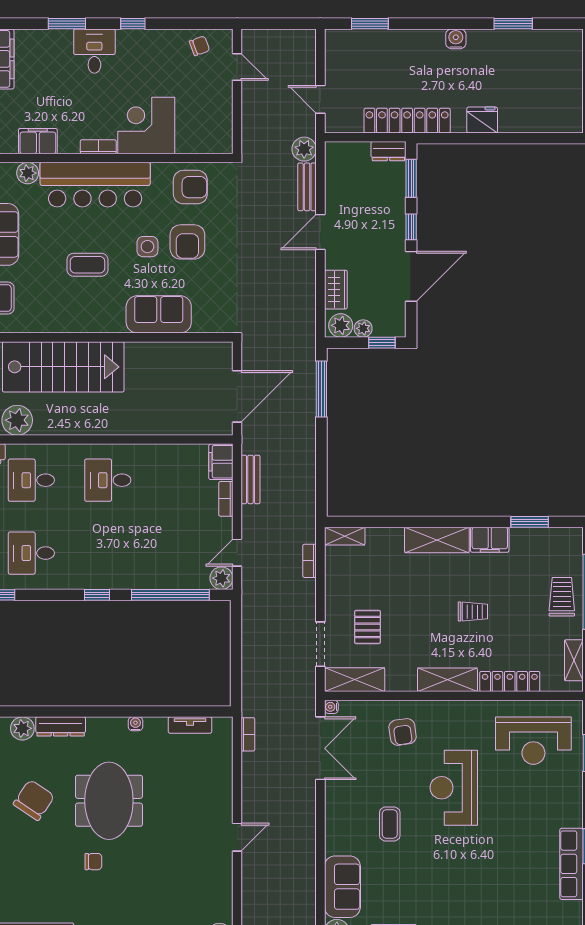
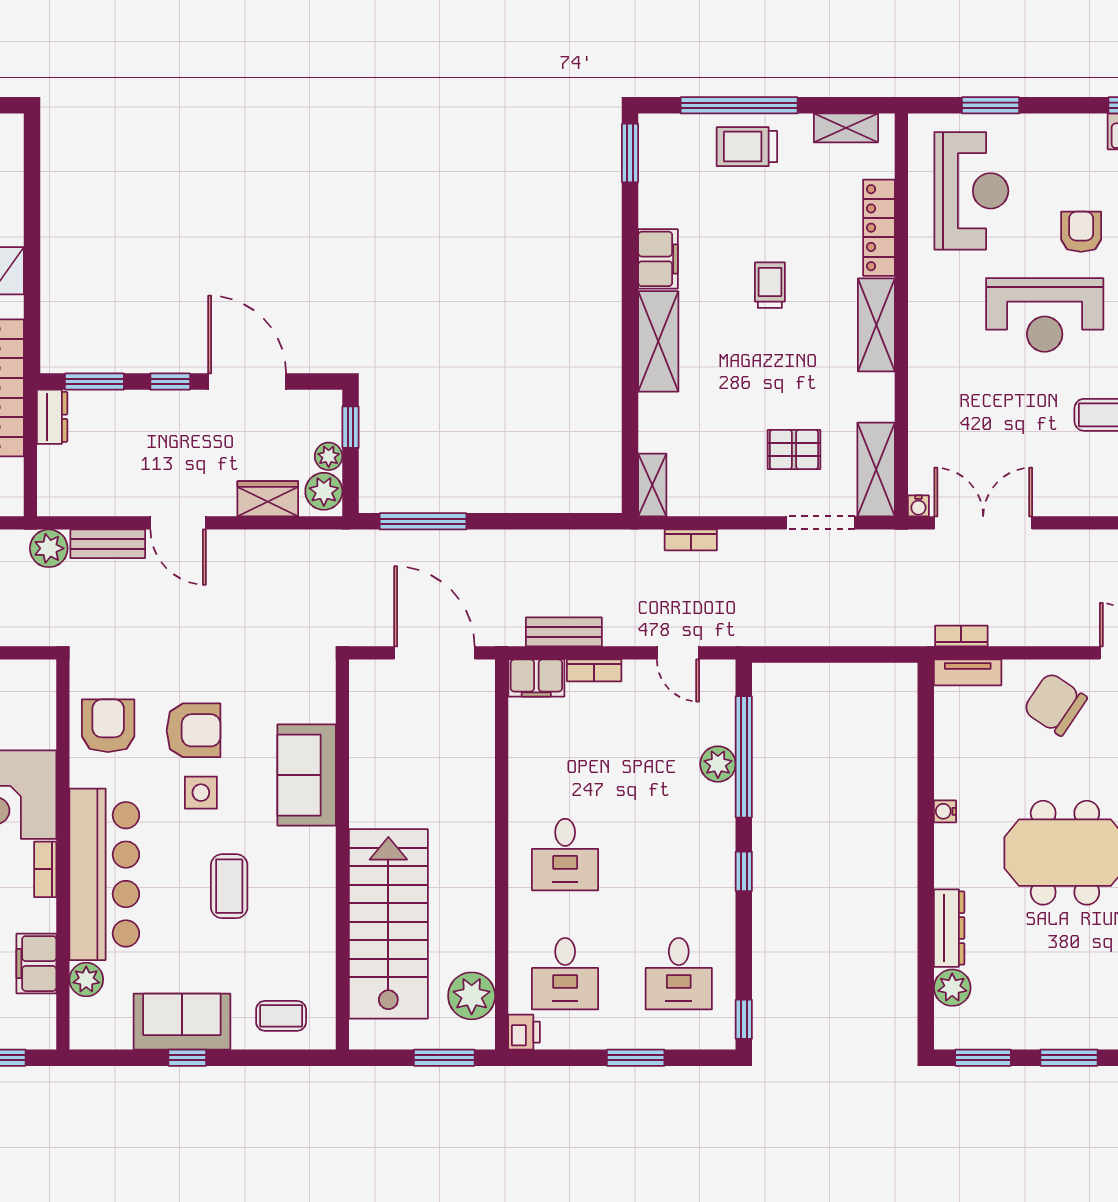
window: (530, 522) -> (630, 153), moved
plant: (221, 578) -> (718, 764), moved
tv unit: (190, 725) -> (968, 672), moved, turned 90
armchair: (403, 732) -> (1081, 232), moved, turned -82
chair: (34, 800) -> (1055, 704), moved

